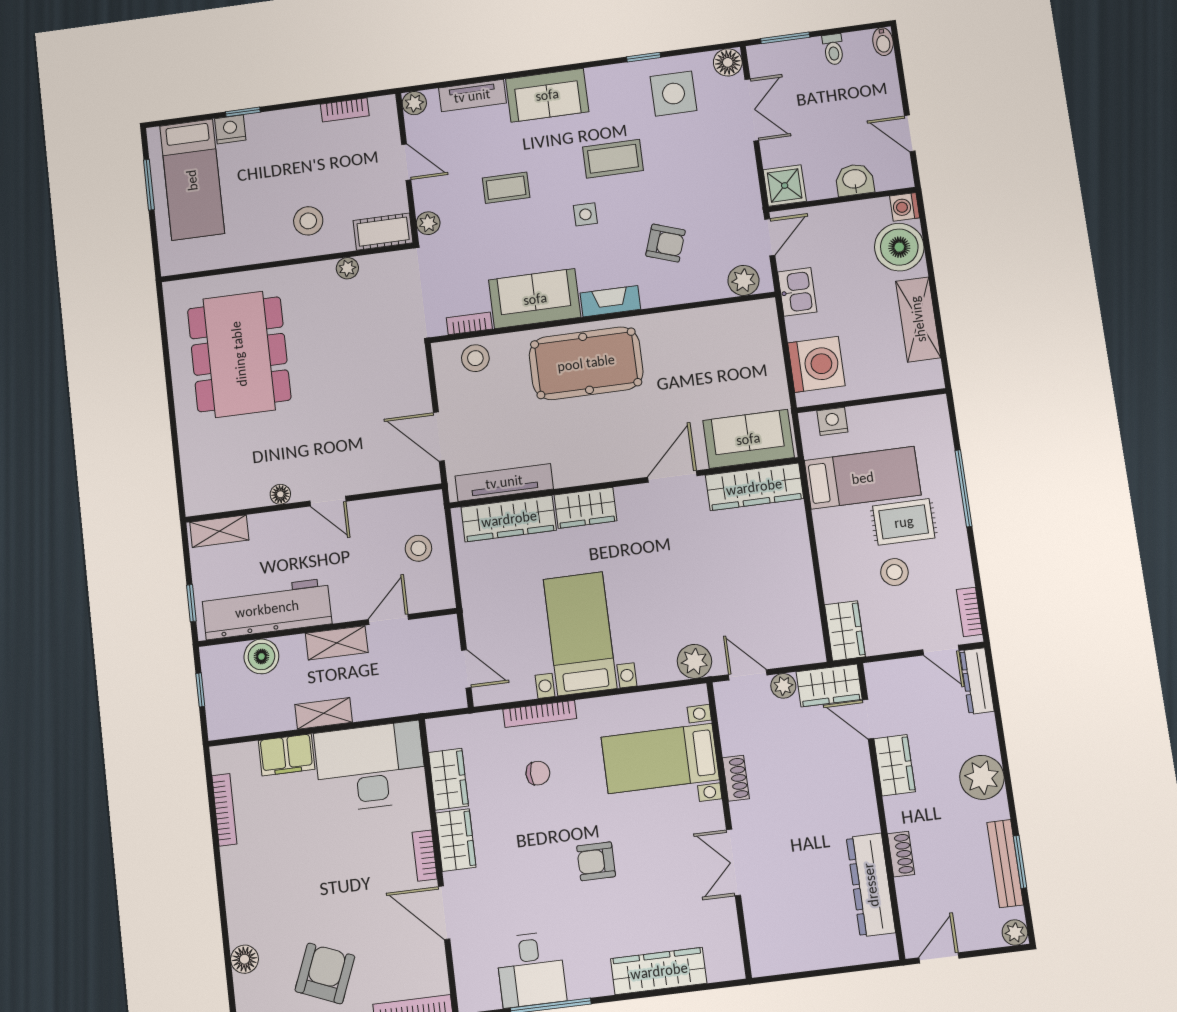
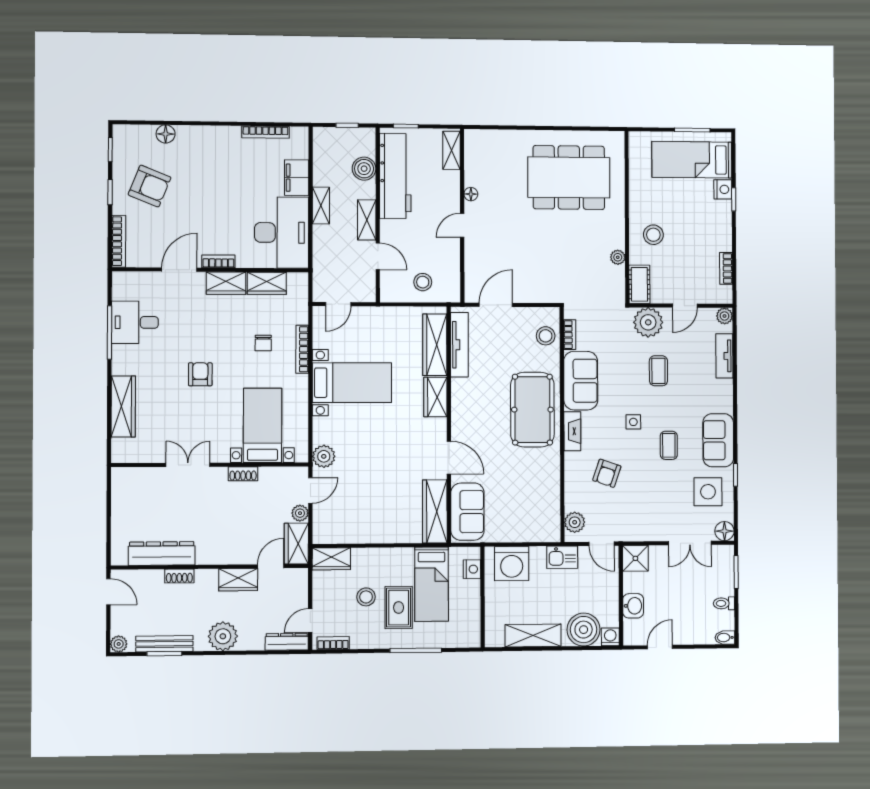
sofa: (547, 95) -> (718, 440), moved
coffee table: (613, 159) -> (669, 445), width x0.73, depth x0.77
plant: (428, 223) -> (648, 322), width x1.87, depth x1.87

